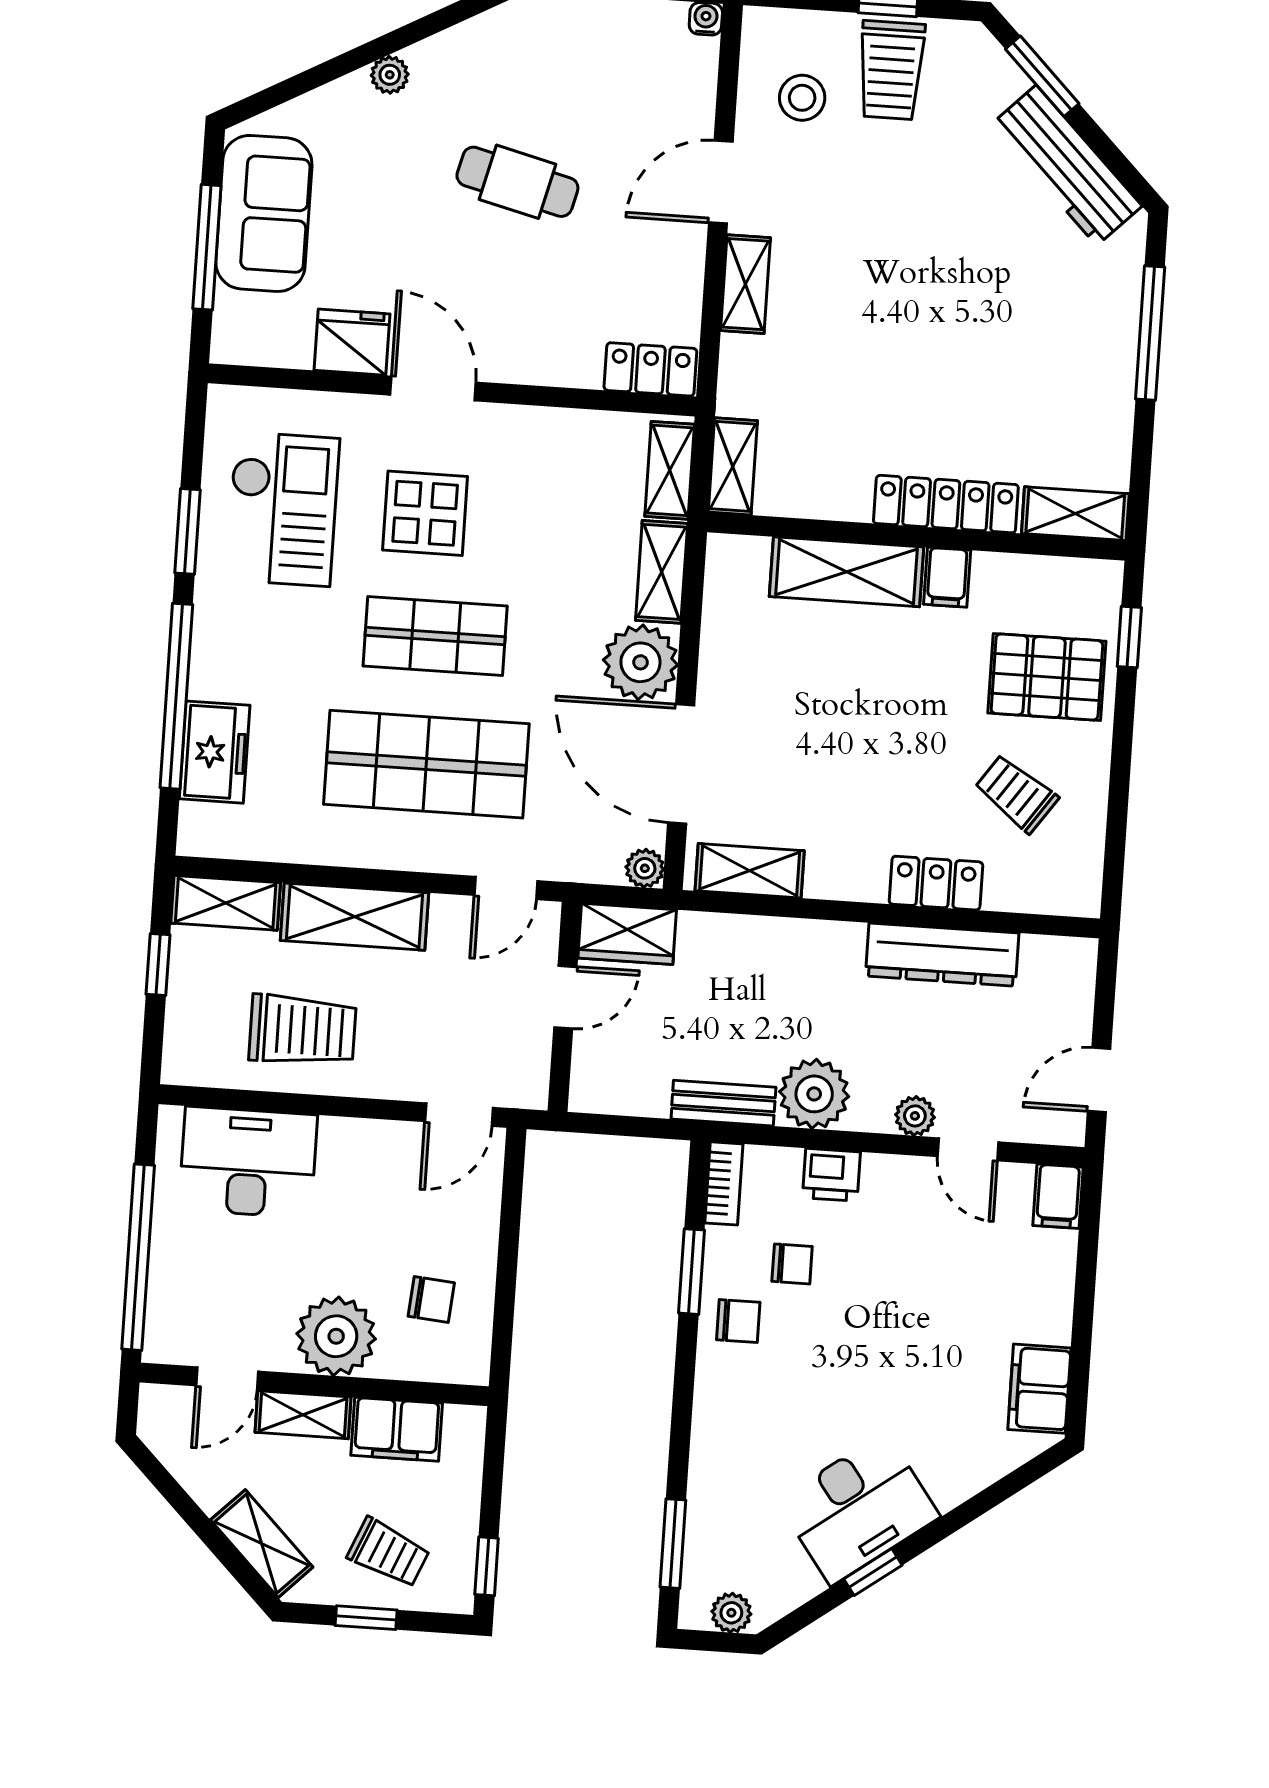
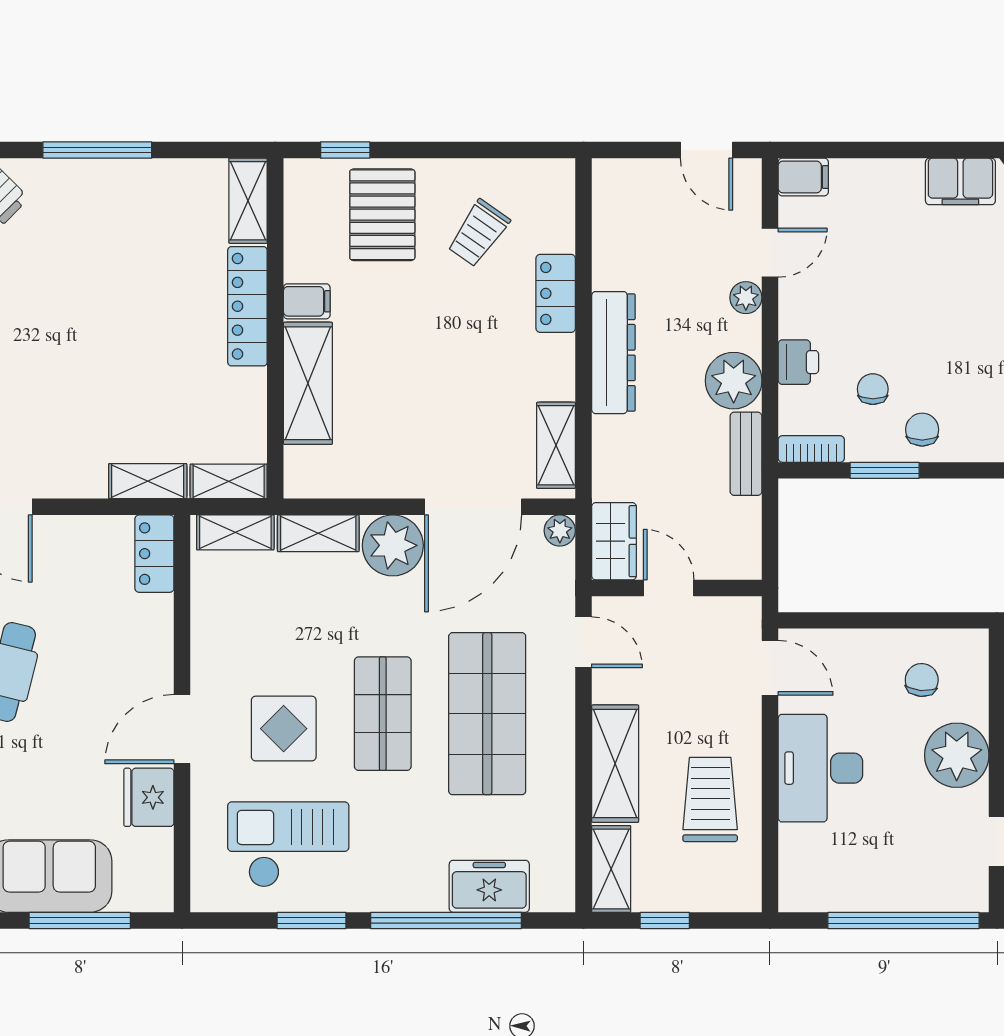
shelving: (746, 284) -> (148, 481), moved
dresser: (942, 955) -> (613, 353), moved
desk: (248, 1162) -> (820, 768), moved

